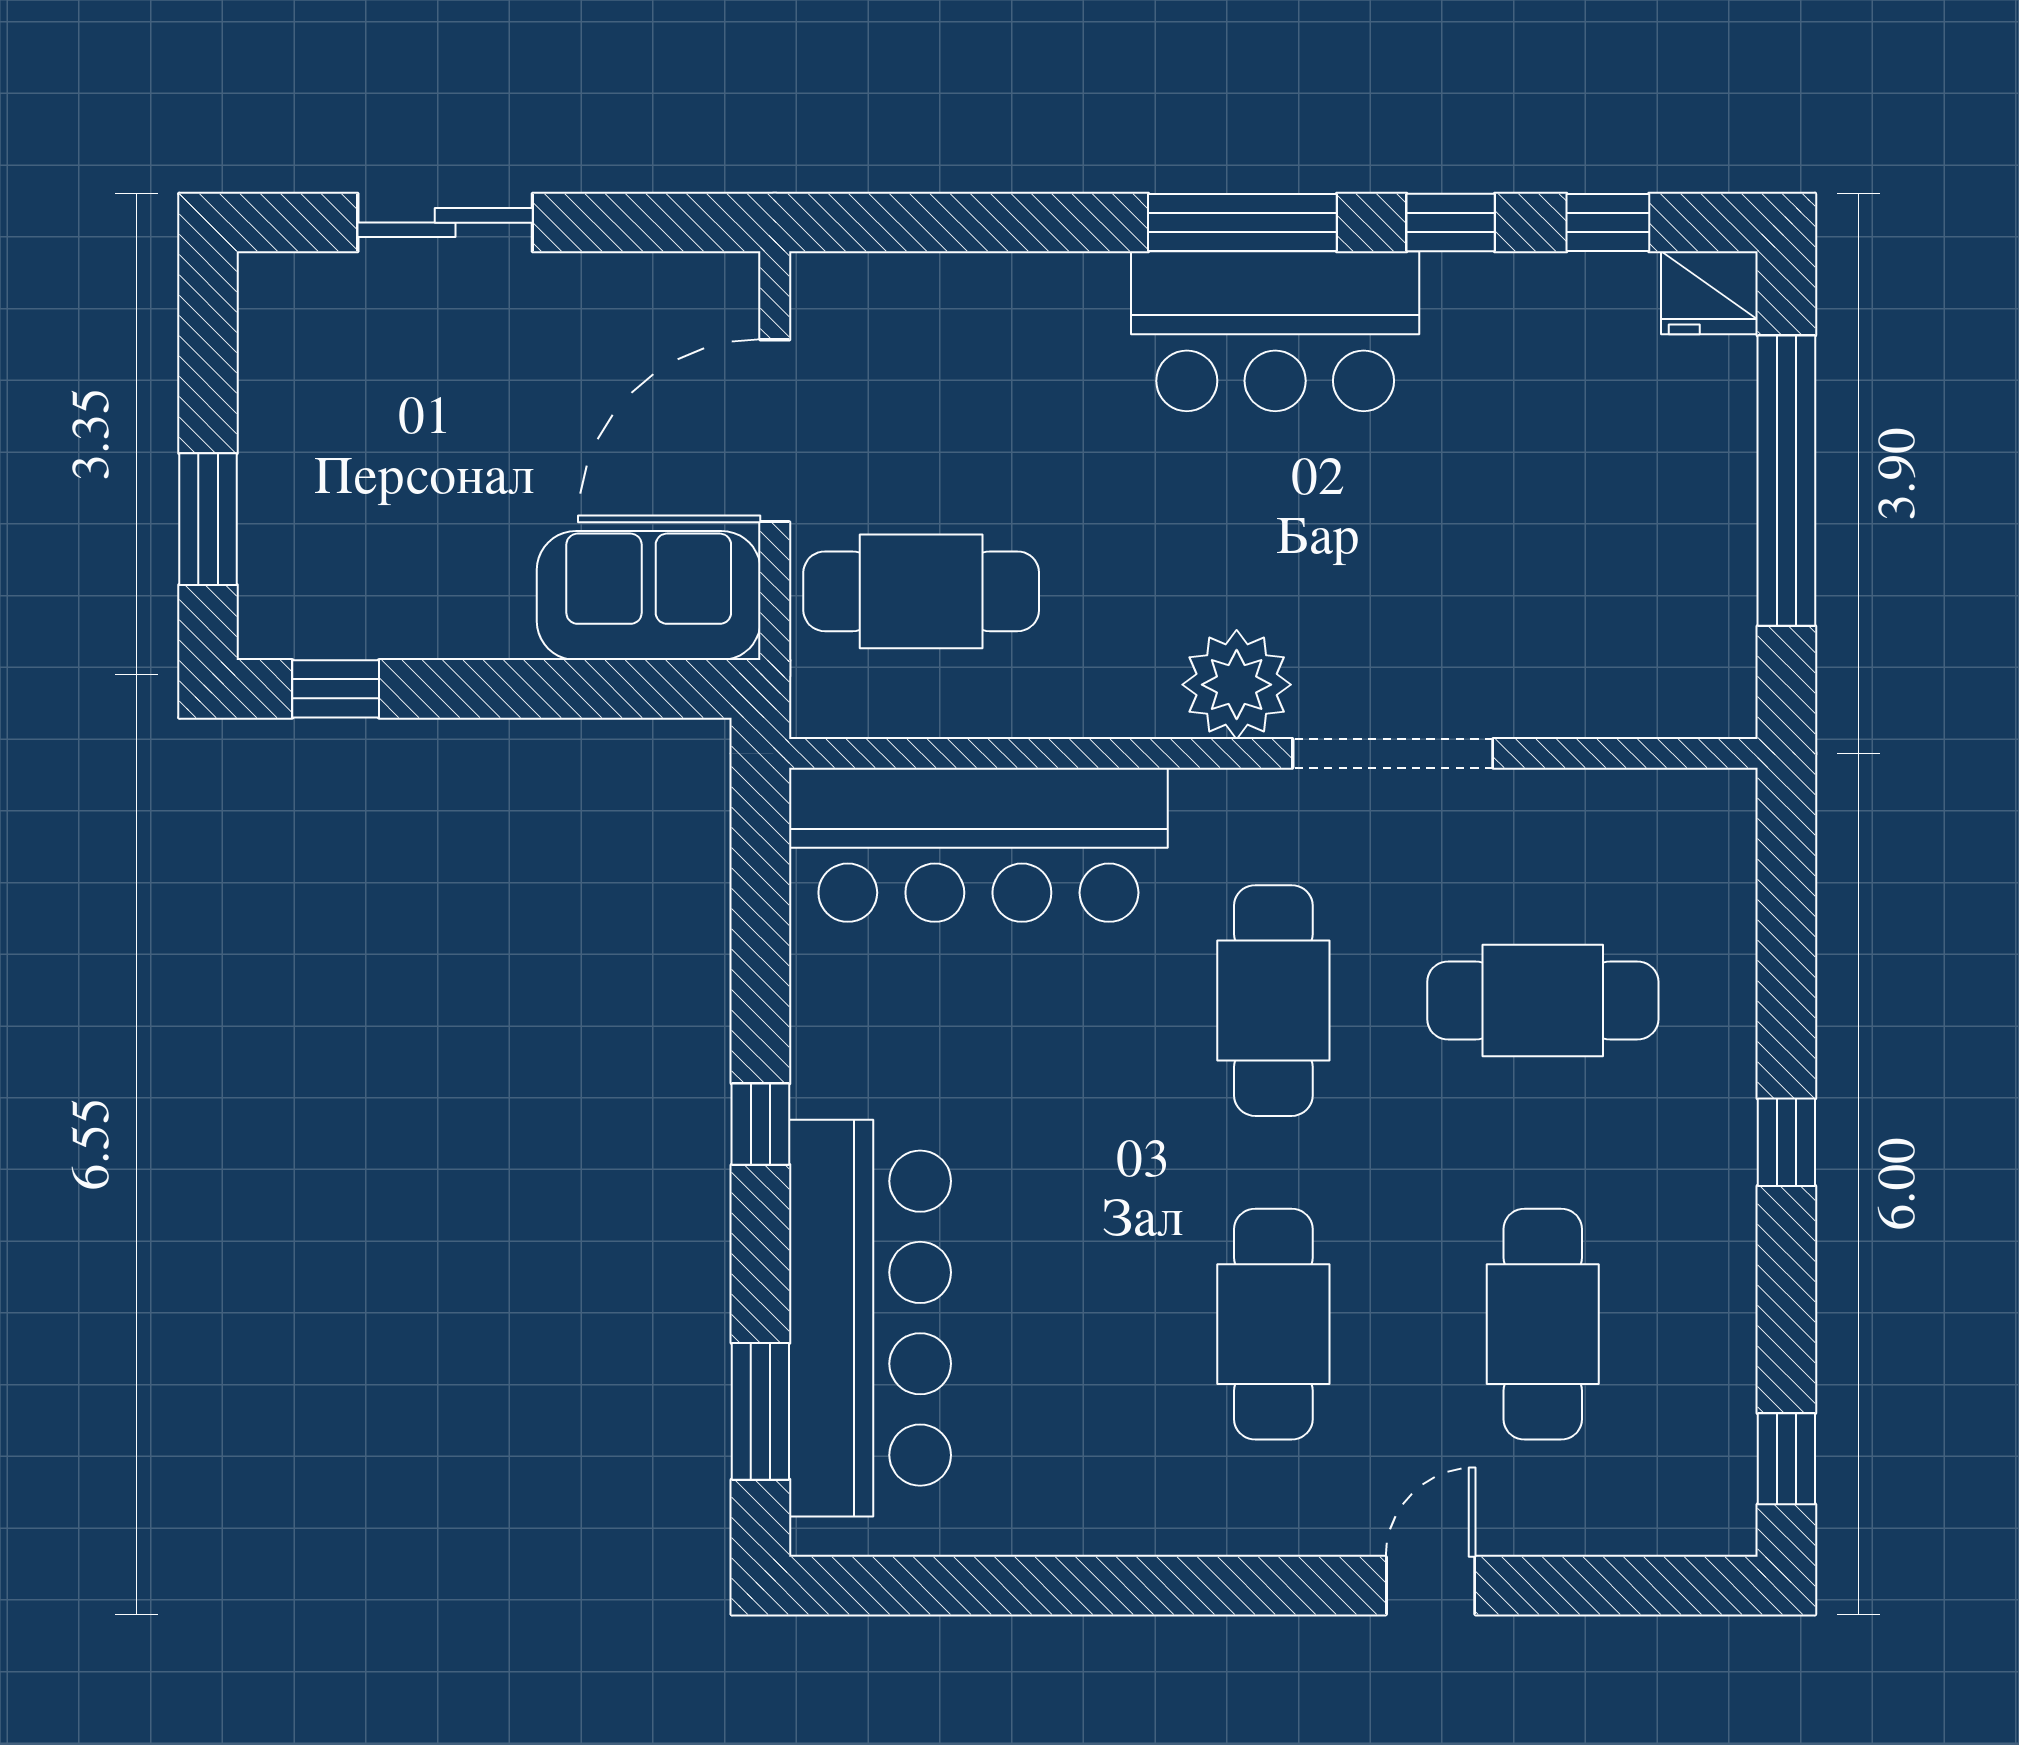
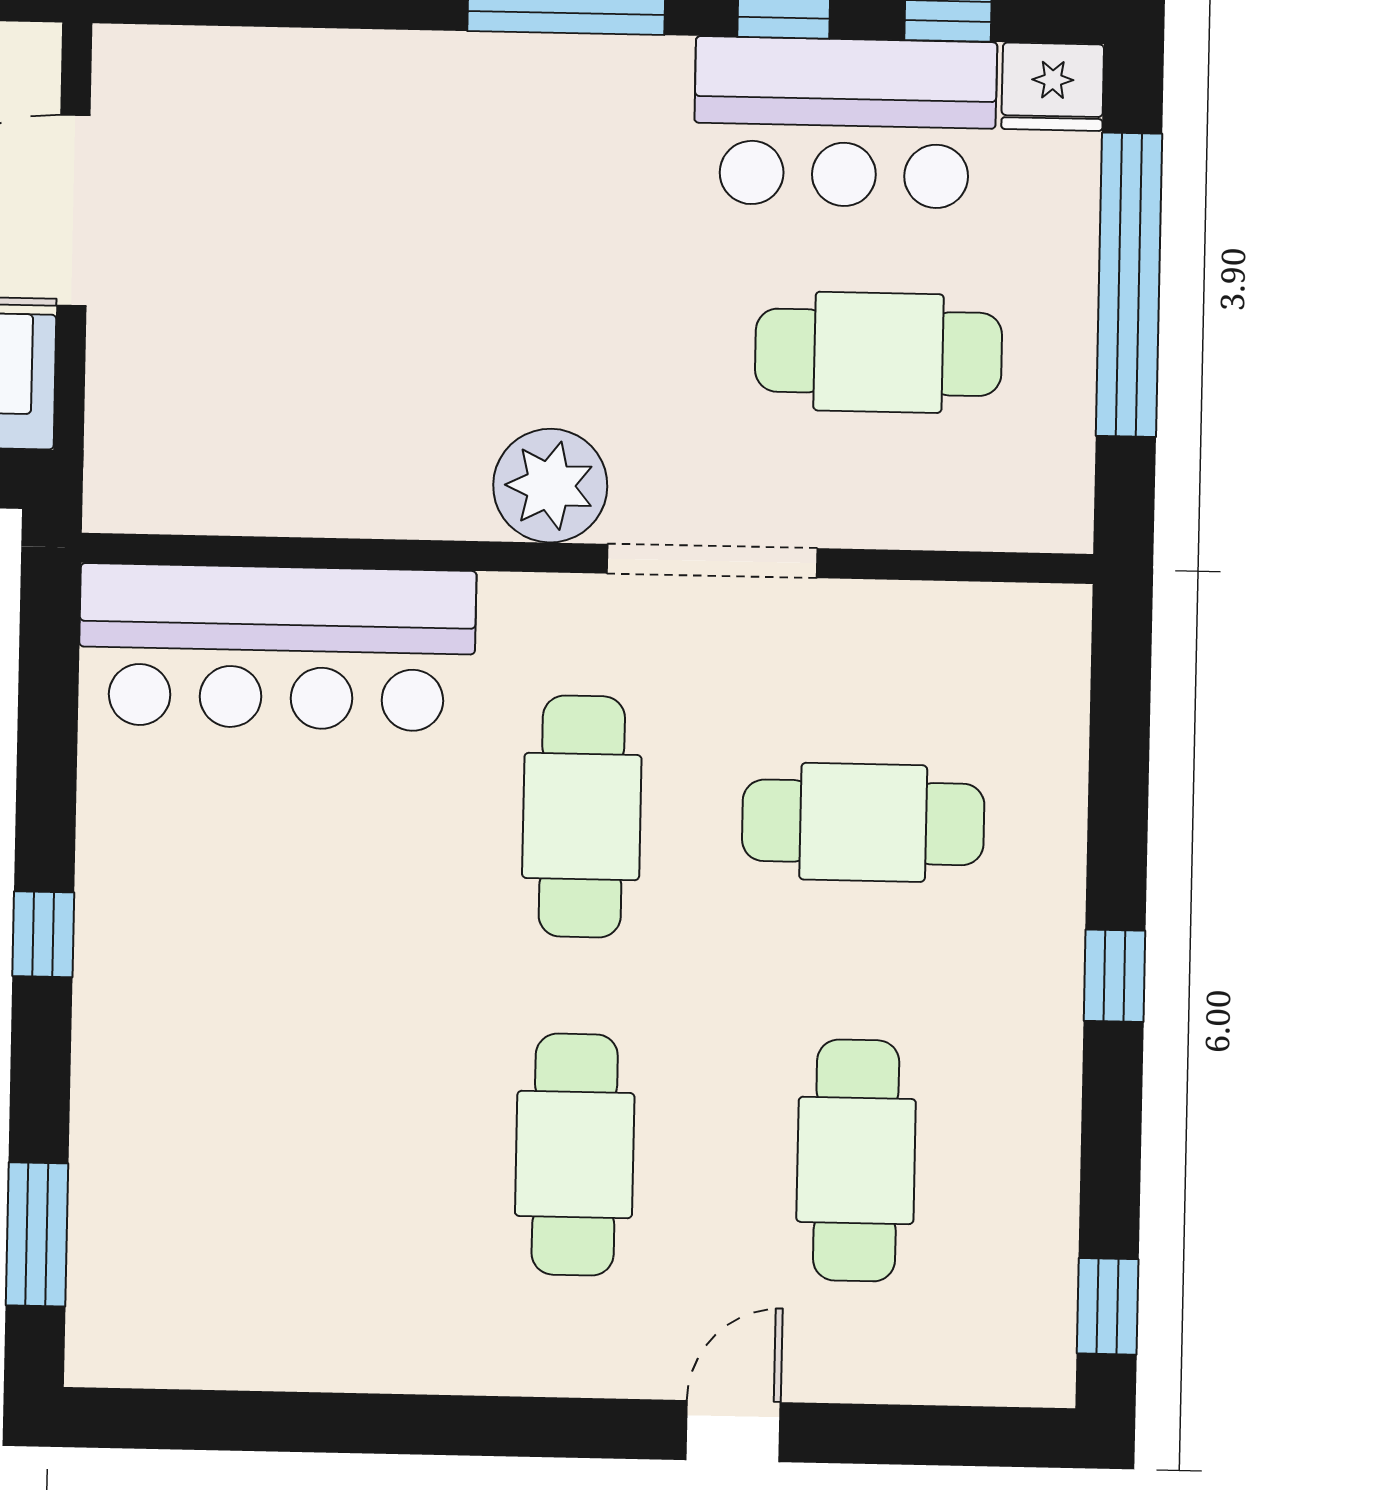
bar counter: (1275, 331) -> (845, 123), moved
cafe table: (921, 591) -> (879, 352), moved
bar counter: (870, 1318) -> (153, 1139), removed

